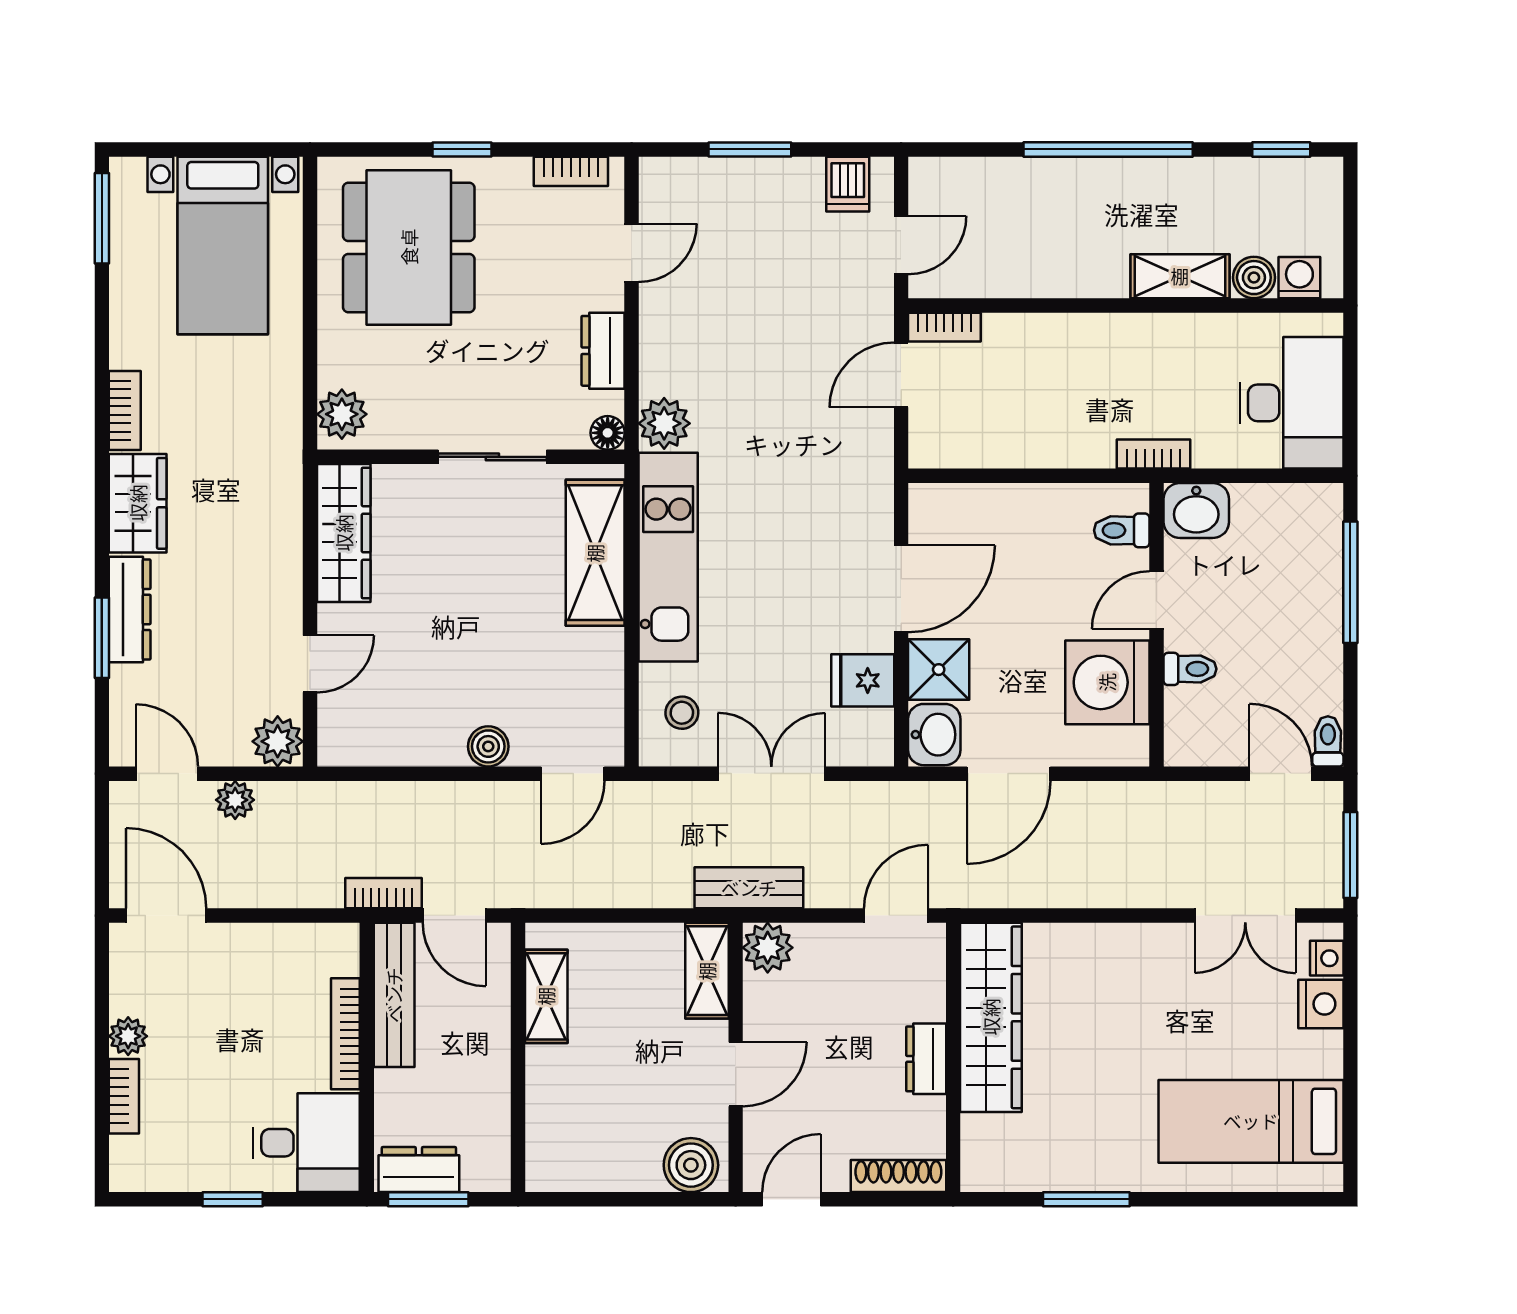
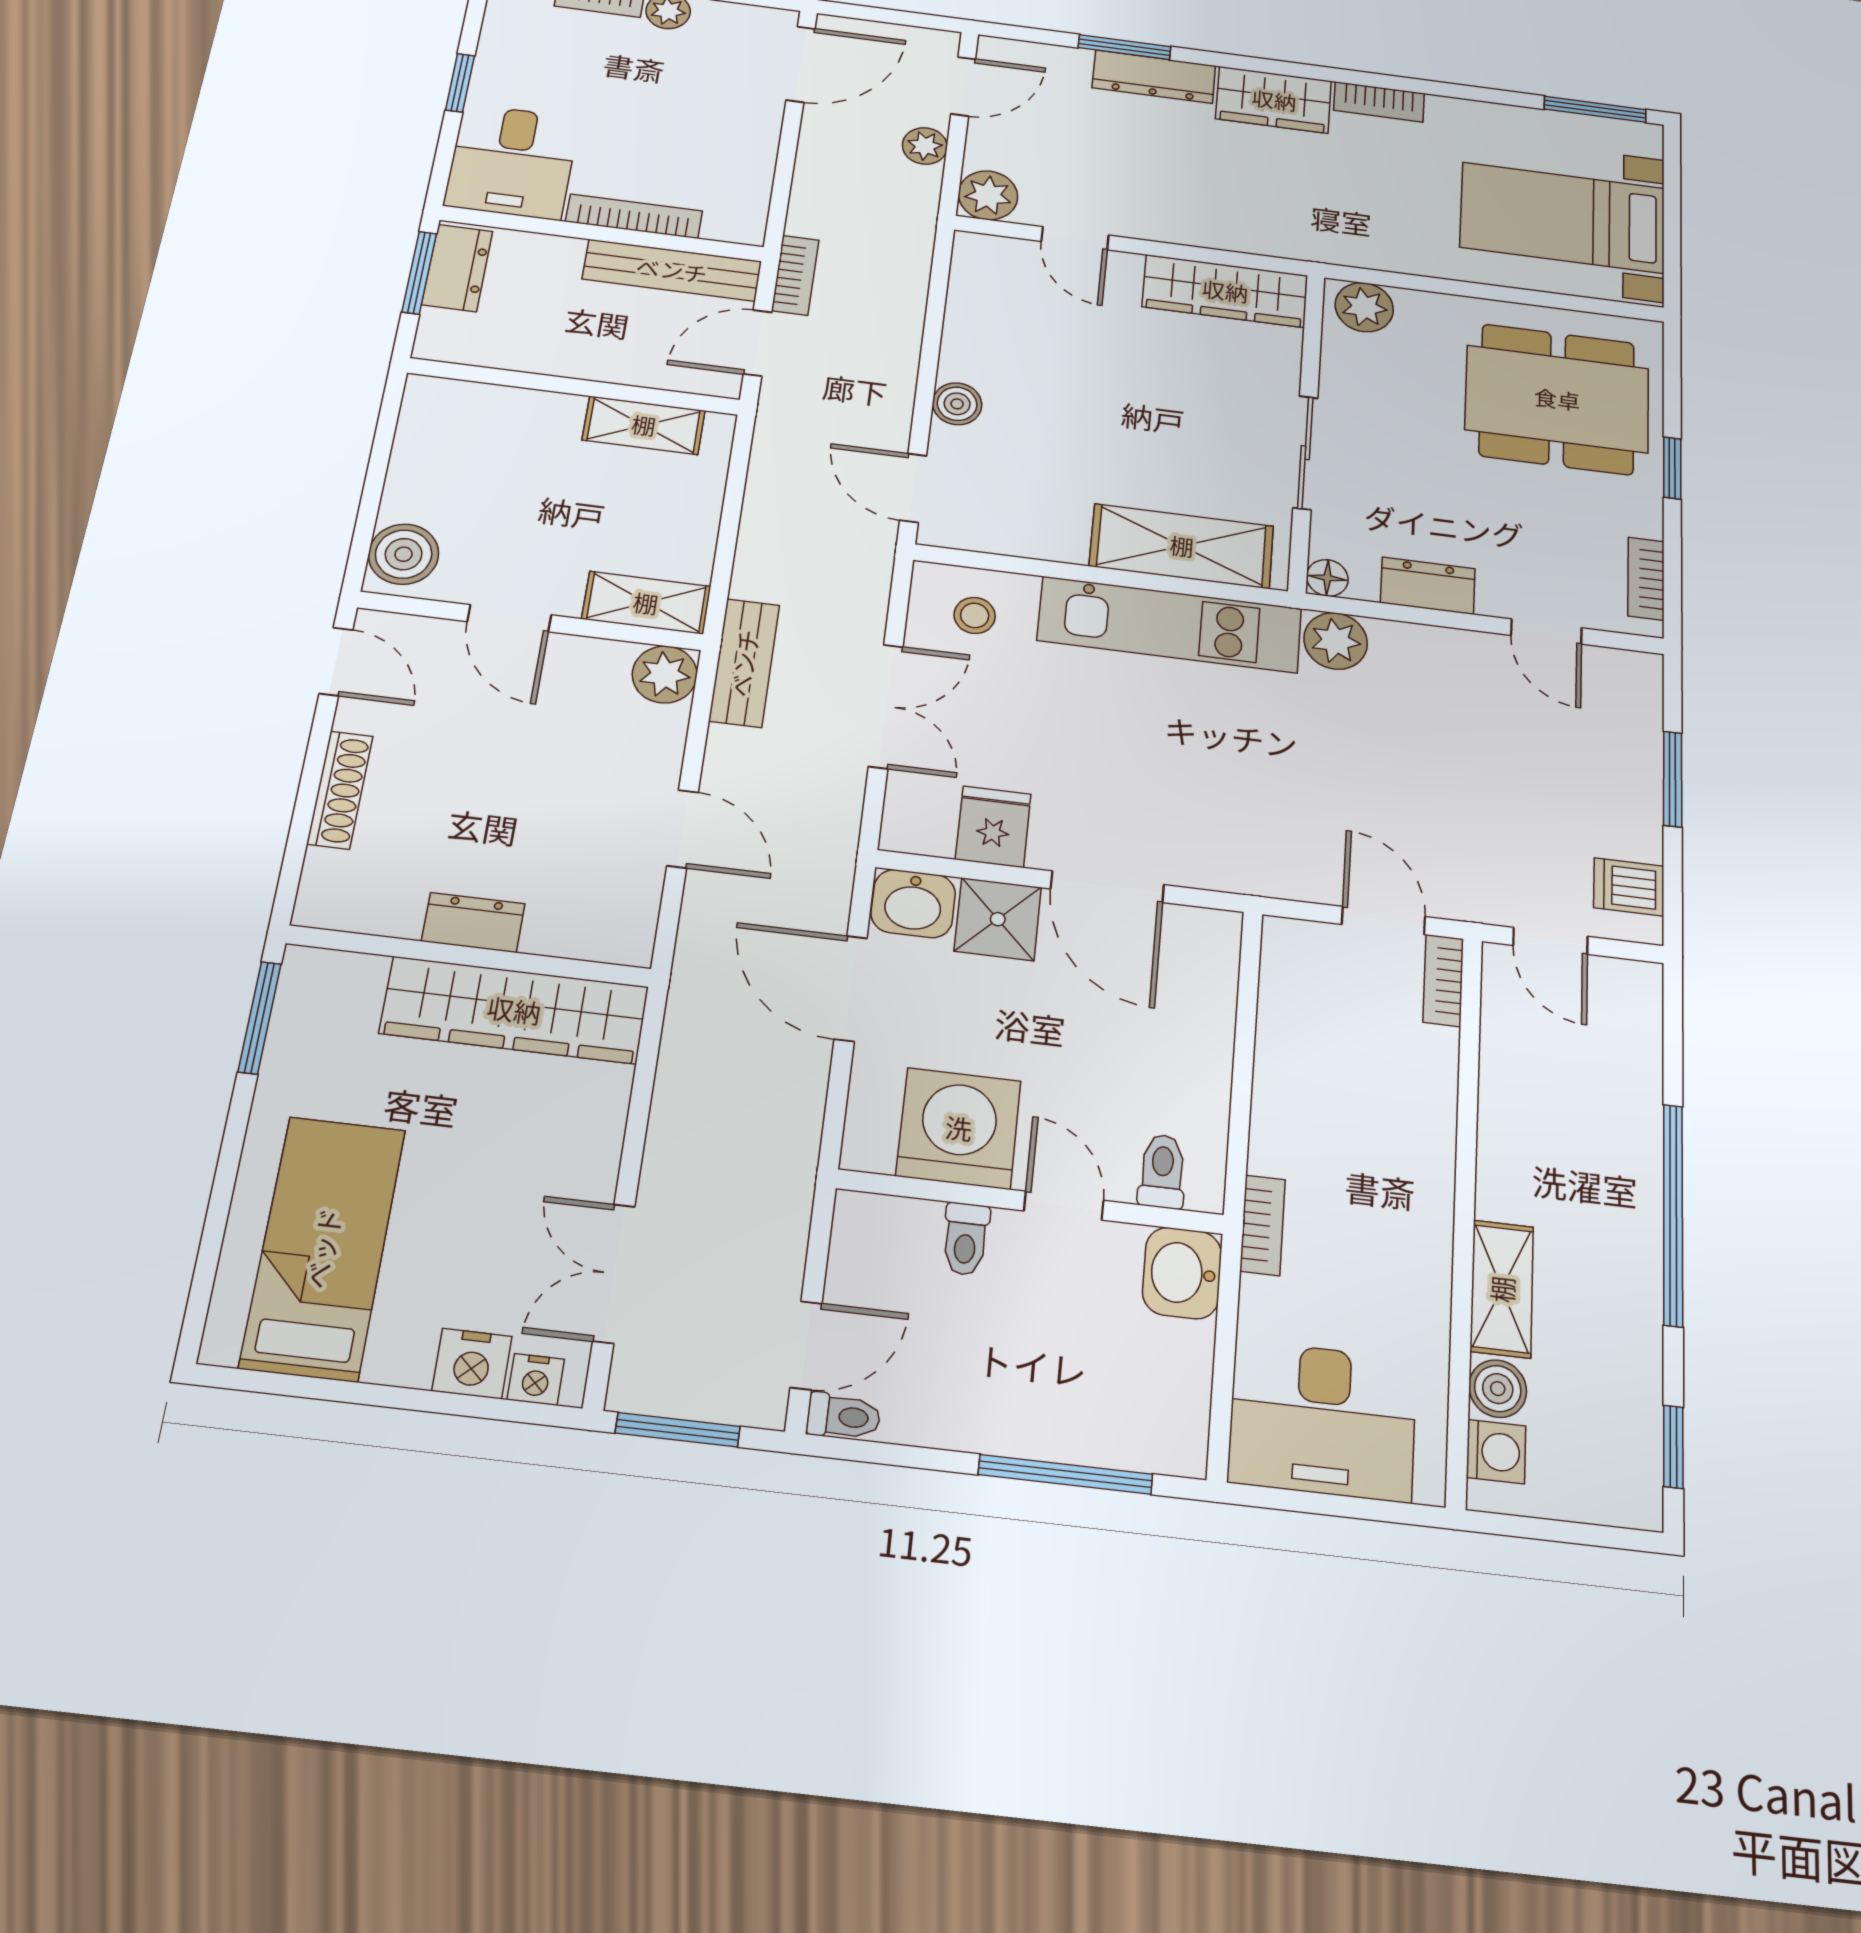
wardrobe: (991, 1017) -> (514, 1010), moved
wall: (953, 1057) -> (469, 956), moved
dresser: (926, 1059) -> (473, 922), moved

